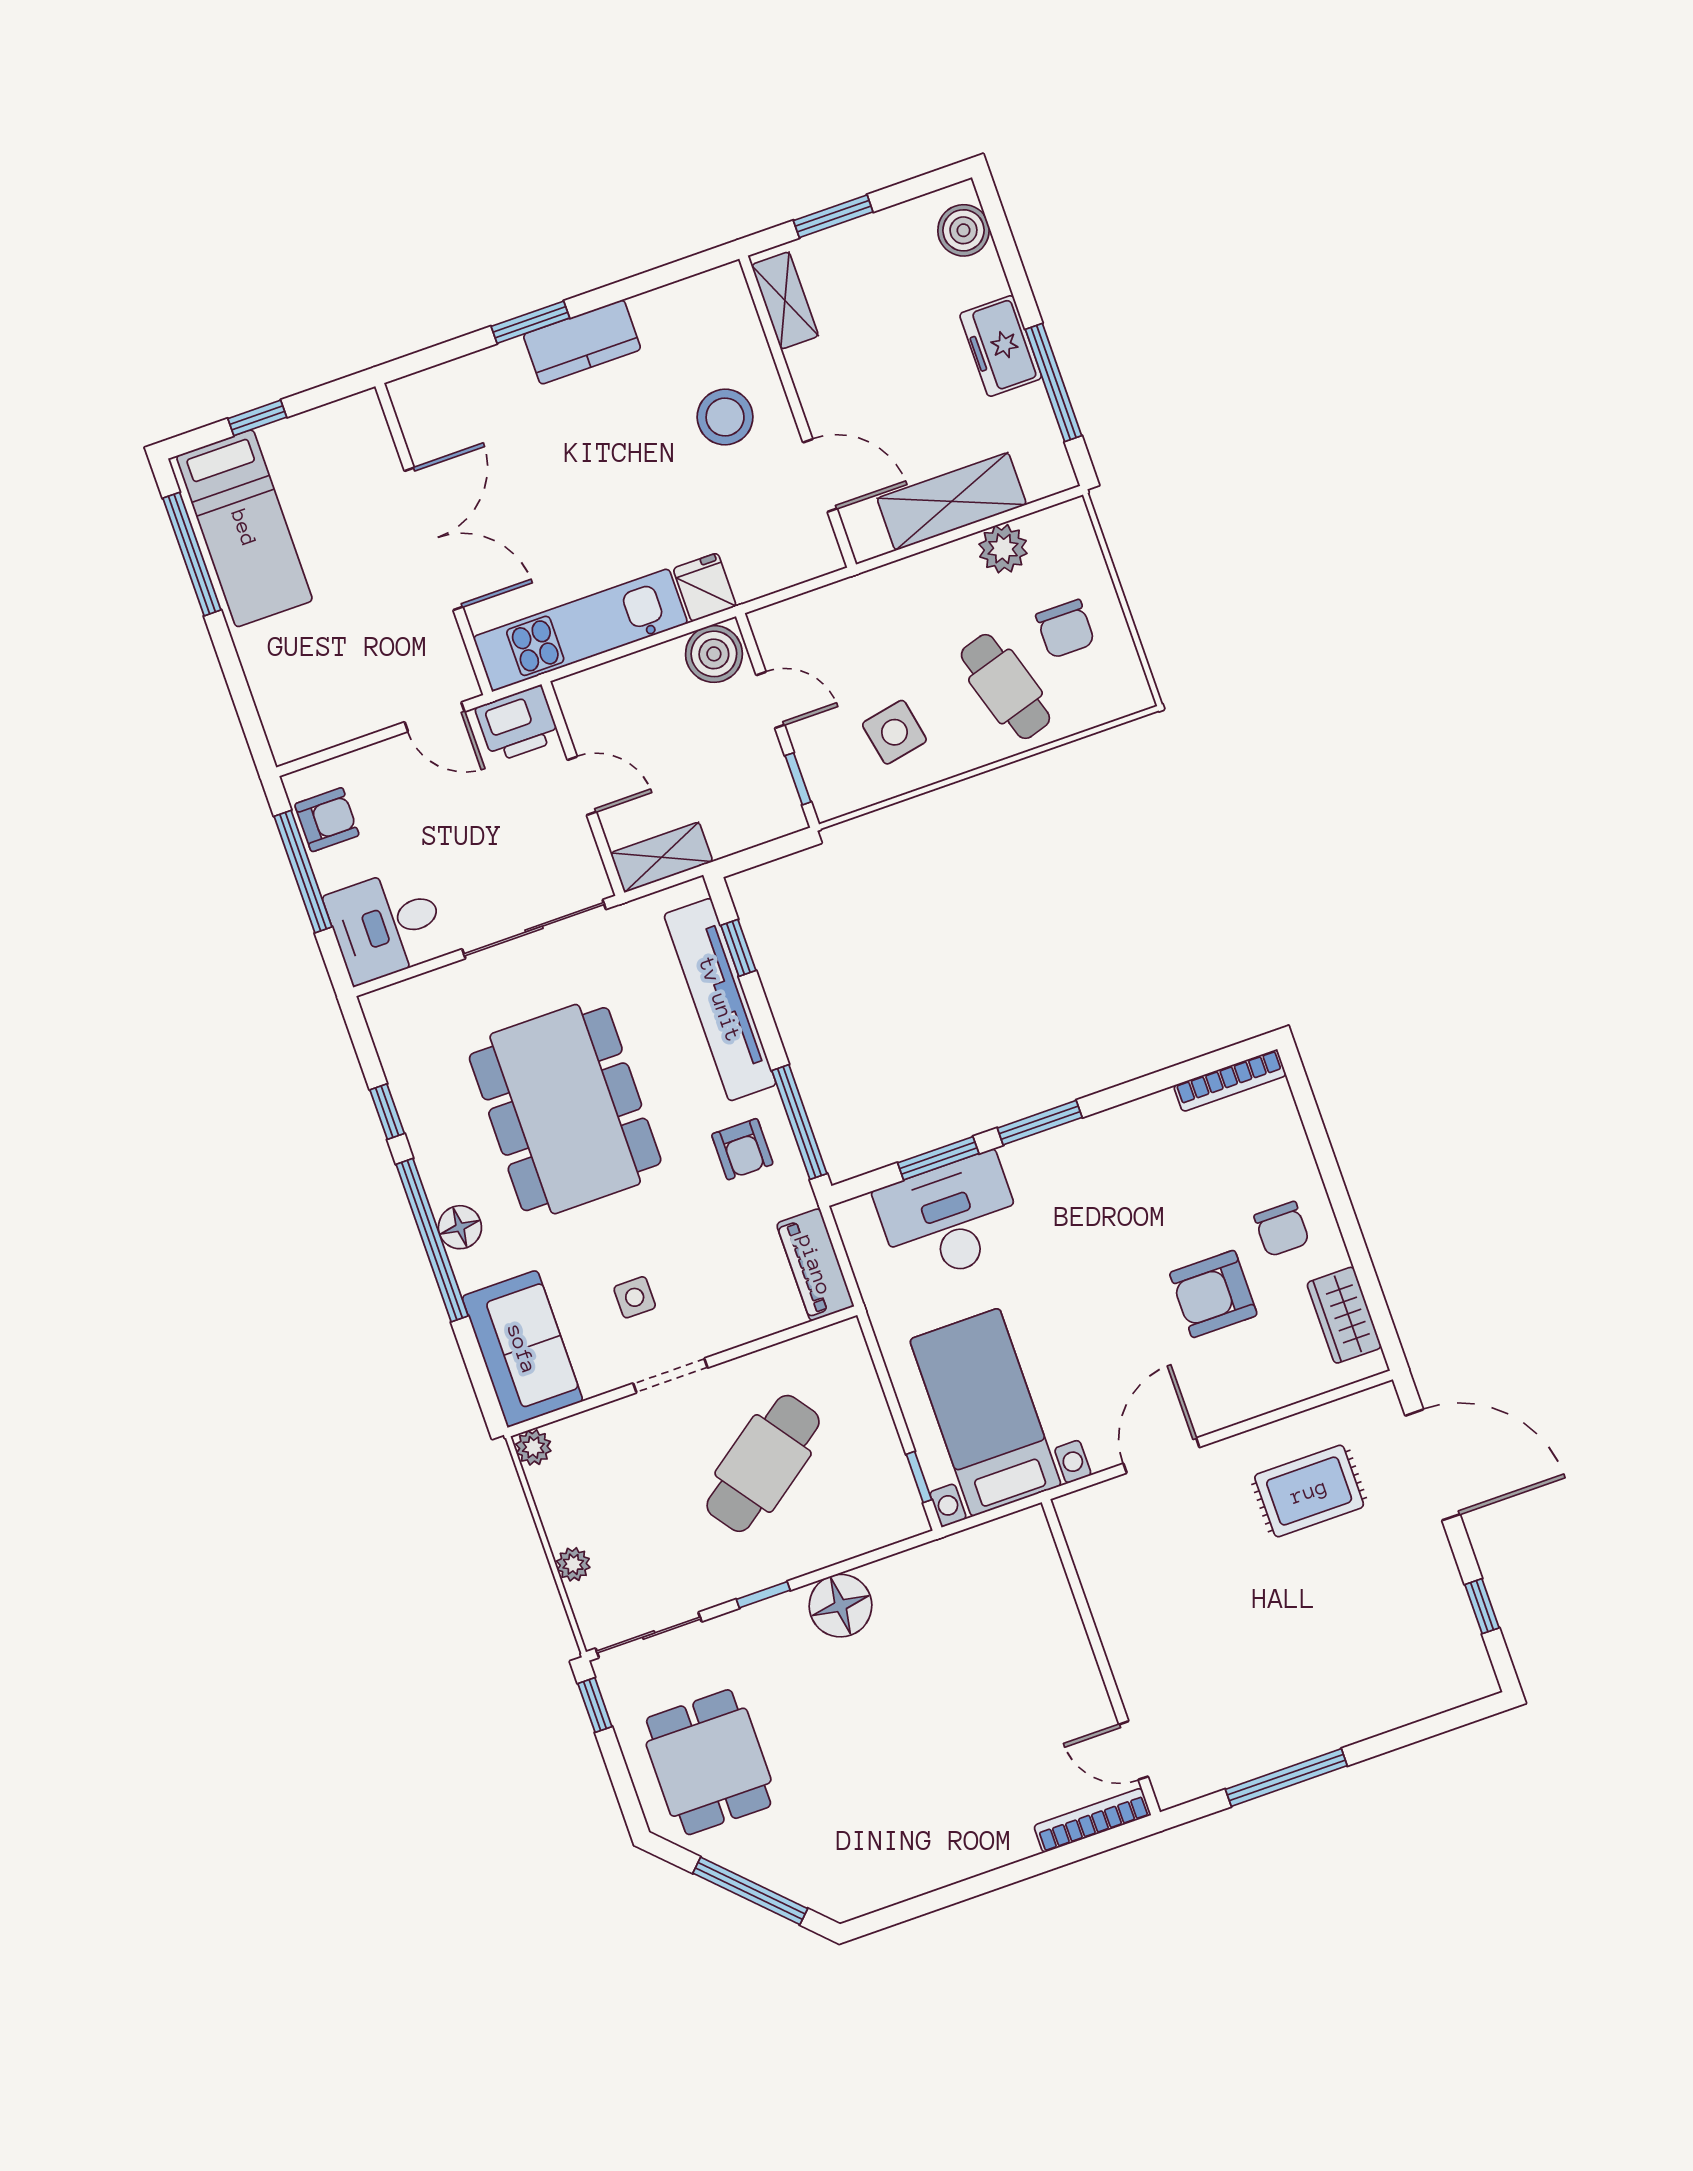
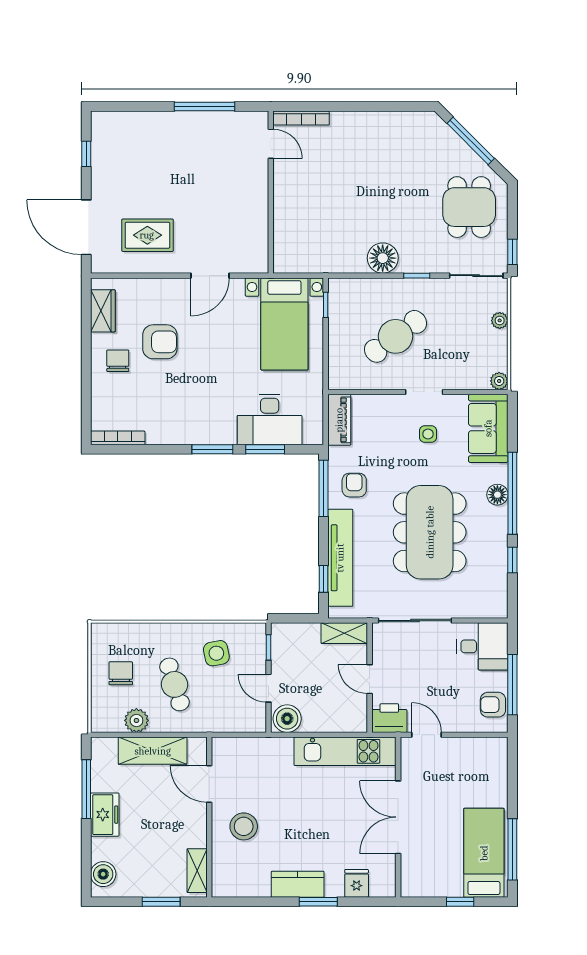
fridge: (705, 587) -> (357, 883), moved, turned 180
cafe table: (1005, 686) -> (174, 684), moved

